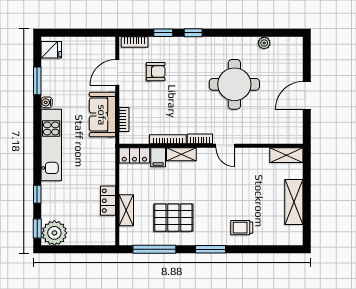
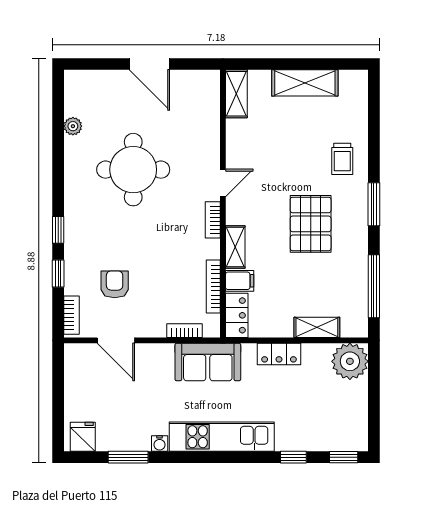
sofa: (102, 115) -> (208, 362), moved
bookcase: (168, 139) -> (213, 287), moved
locker: (108, 201) -> (279, 354), moved
pallet: (173, 218) -> (311, 224), moved
plant: (54, 233) -> (350, 361), moved

